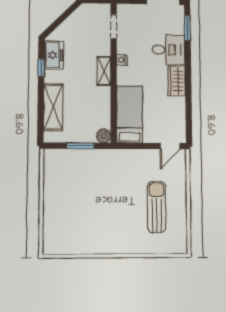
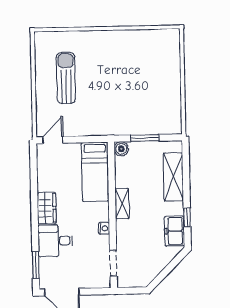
shelving: (104, 71) -> (122, 204), moved
sun lounger: (157, 207) -> (66, 78), turned 180

